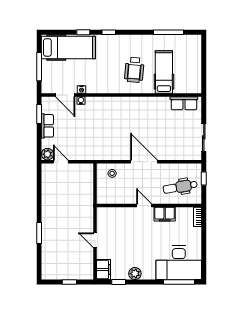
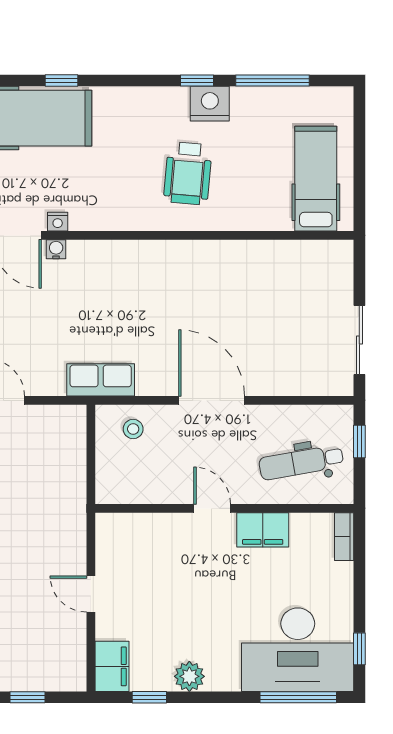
window: (109, 32) -> (197, 80), moved
nightstand: (143, 42) -> (210, 104), added
hospital bed: (164, 72) -> (316, 179), moved
row of seats: (184, 103) -> (101, 380), moved, turned 180
window: (204, 262) -> (359, 649), added

